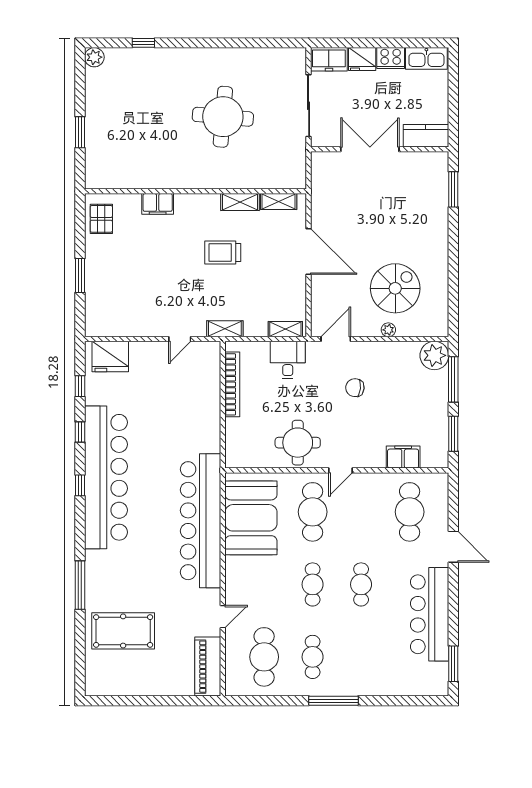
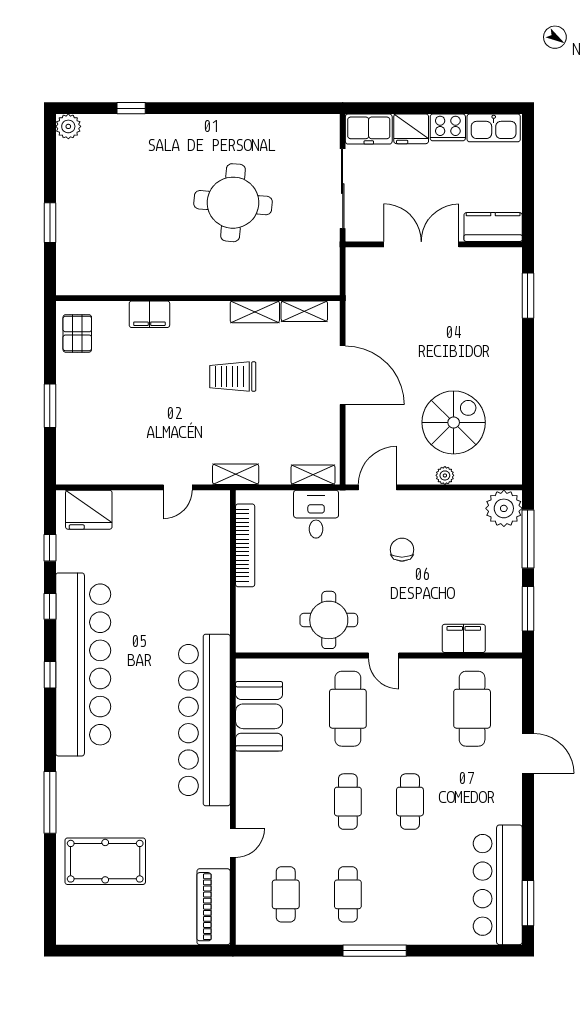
chair: (355, 388) -> (402, 550), turned 84
door: (341, 470) -> (384, 656), hinge flipped
booth: (251, 518) -> (259, 716), width x0.73, depth x0.70
bar counter: (430, 614) -> (498, 885), moved
cafe table: (264, 657) -> (286, 894), width x0.73, depth x0.74

